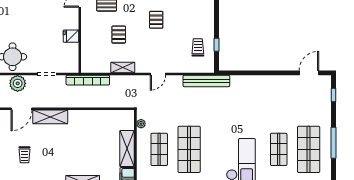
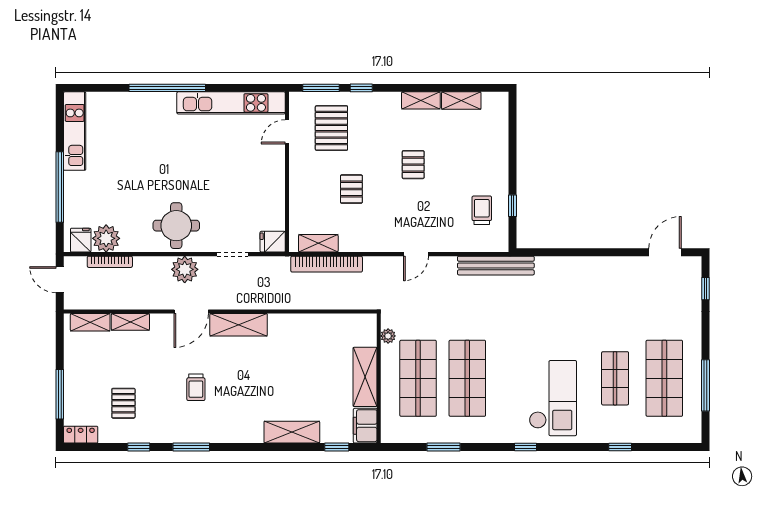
fridge: (71, 36) -> (273, 242), moved
shelving: (123, 68) -> (318, 243), moved
bookcase: (88, 80) -> (327, 264), moved
window: (334, 143) -> (705, 385), moved
shop shelf: (159, 149) -> (418, 378), width x1.43, depth x1.36

